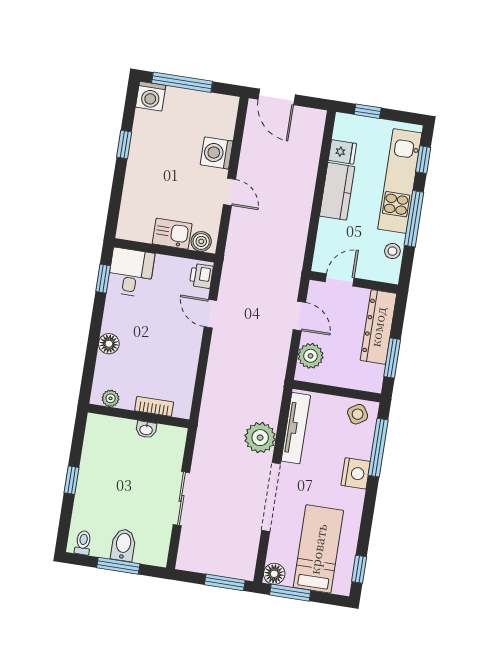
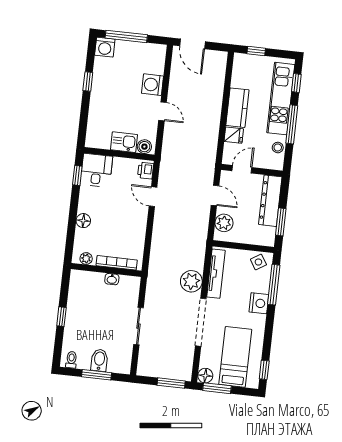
fridge: (342, 152) -> (234, 135), moved
bookcase: (154, 406) -> (117, 263), width x1.56

